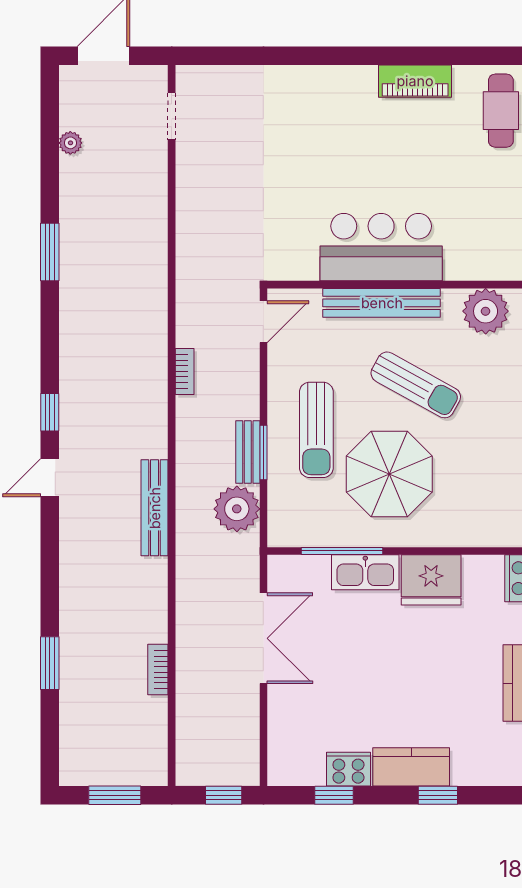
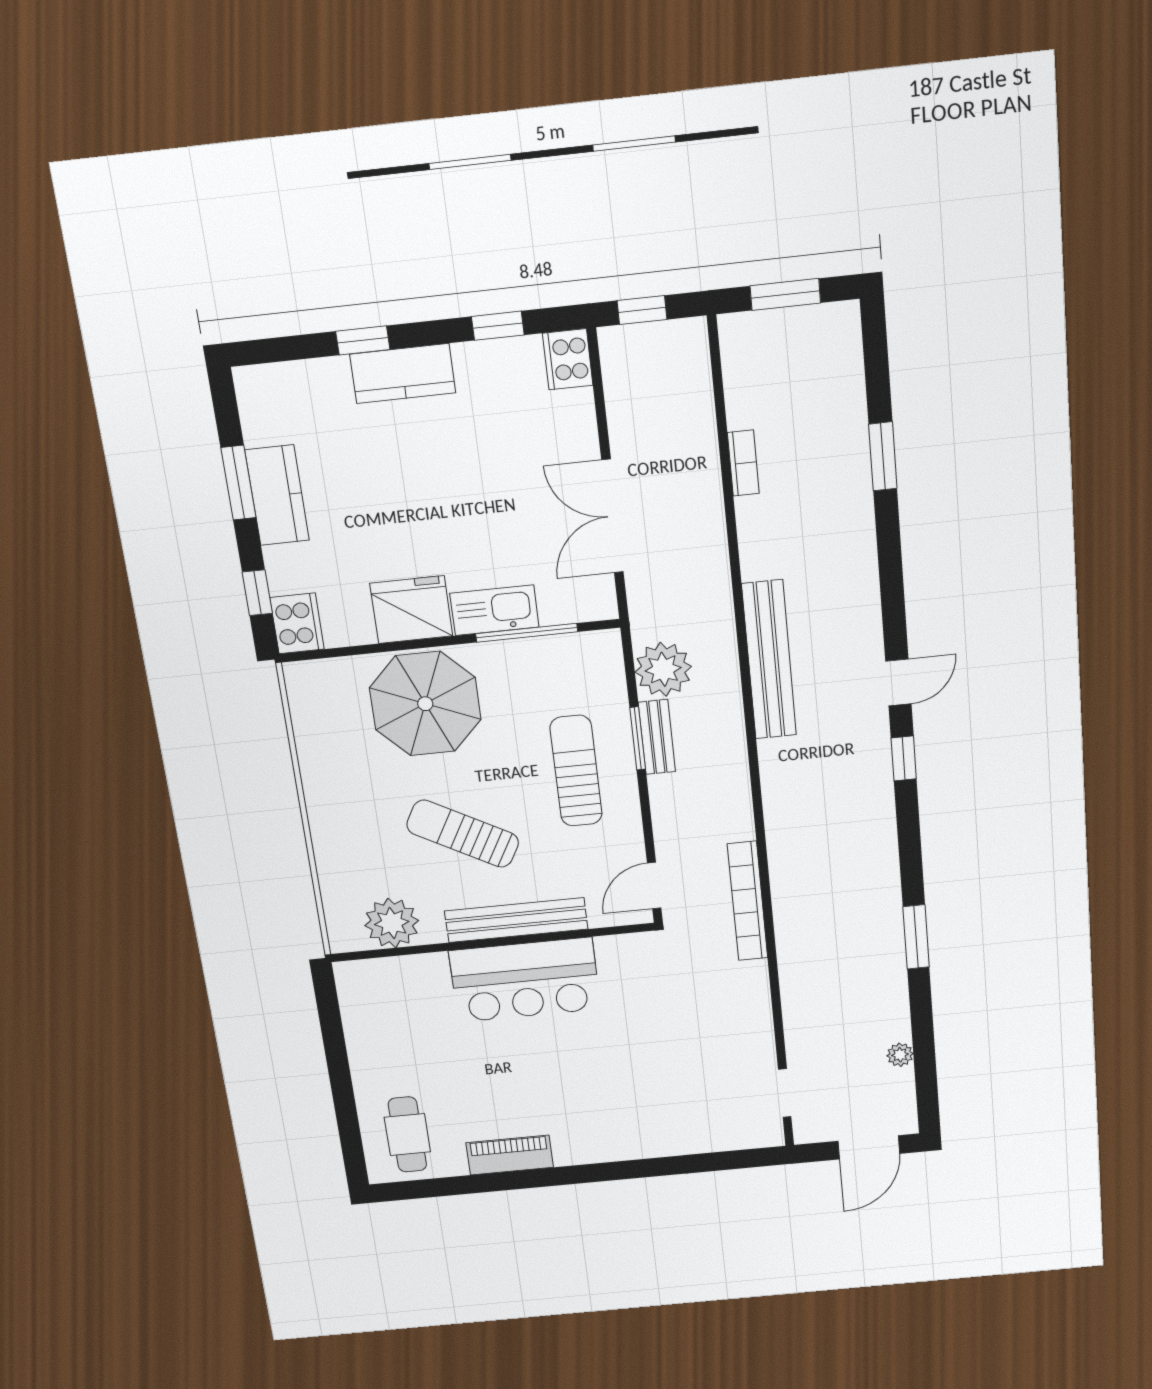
bookcase: (185, 371) -> (748, 901), moved, width x2.31, depth x1.31
parasol: (389, 474) -> (425, 704), moved
bench: (155, 508) -> (769, 660), width x1.37, depth x1.21
cooker: (348, 769) -> (568, 359), moved, turned 90

